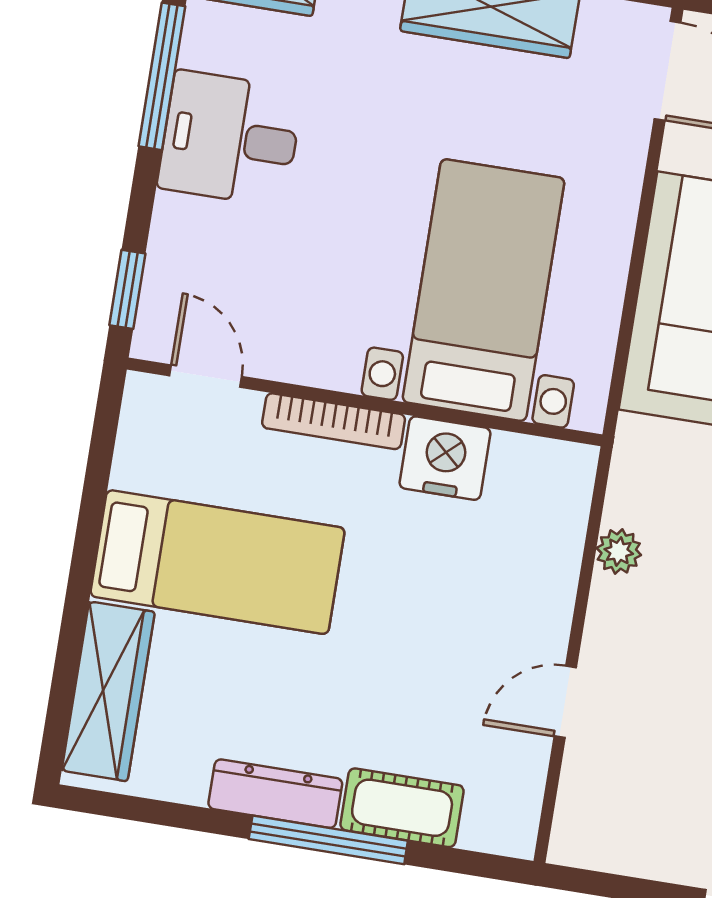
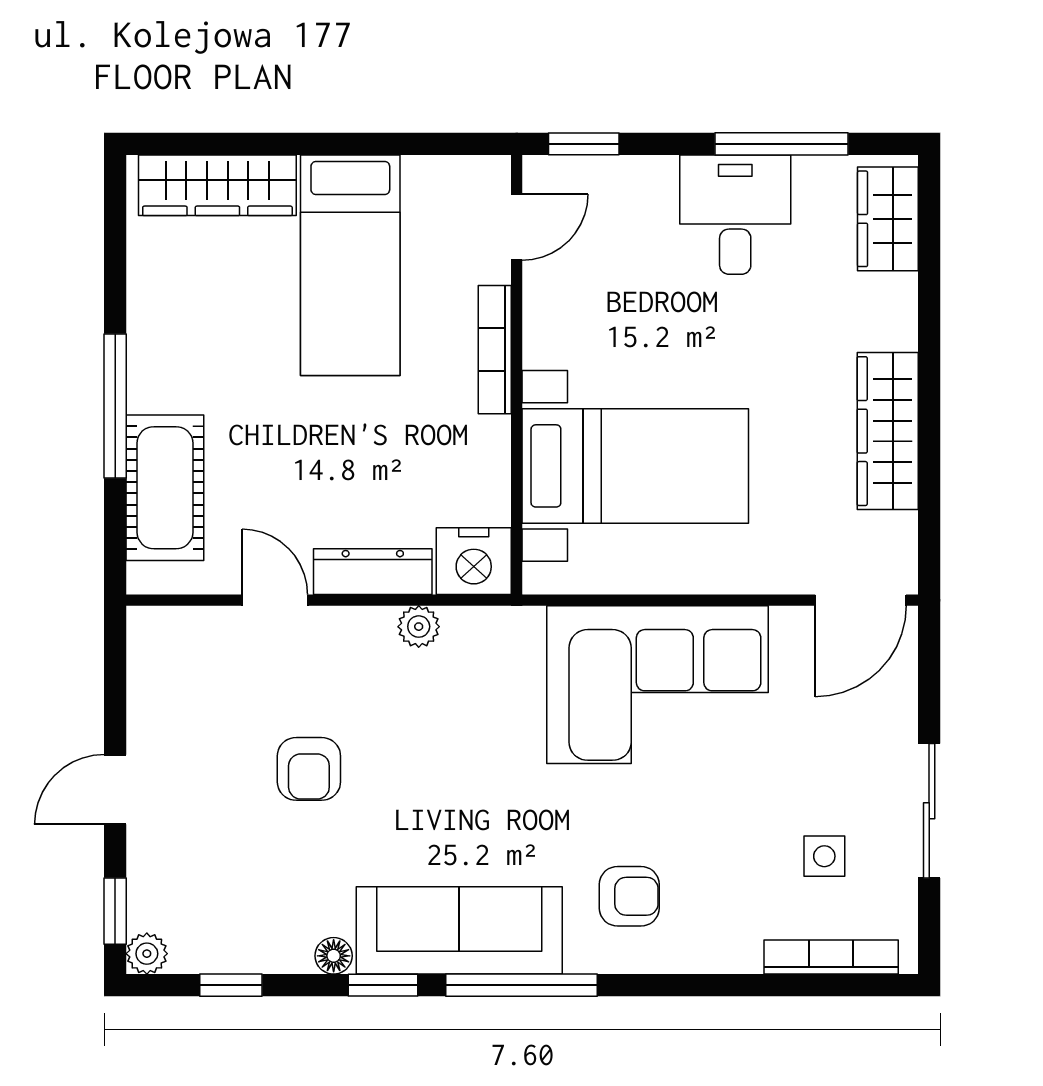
nightstand: (445, 458) -> (474, 561), moved, turned 90
dresser: (275, 794) -> (373, 572), moved, turned -90
cot: (402, 808) -> (165, 488), width x1.37, depth x1.34

